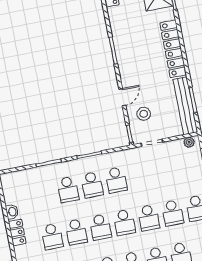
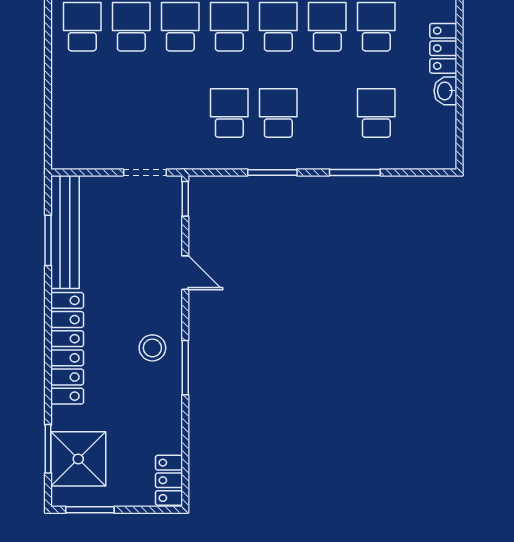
door: (122, 97) -> (185, 273), swing flipped
stool: (144, 114) -> (152, 348), moved
plant: (189, 142) -> (72, 159), removed
school desk: (68, 189) -> (376, 113), moved

